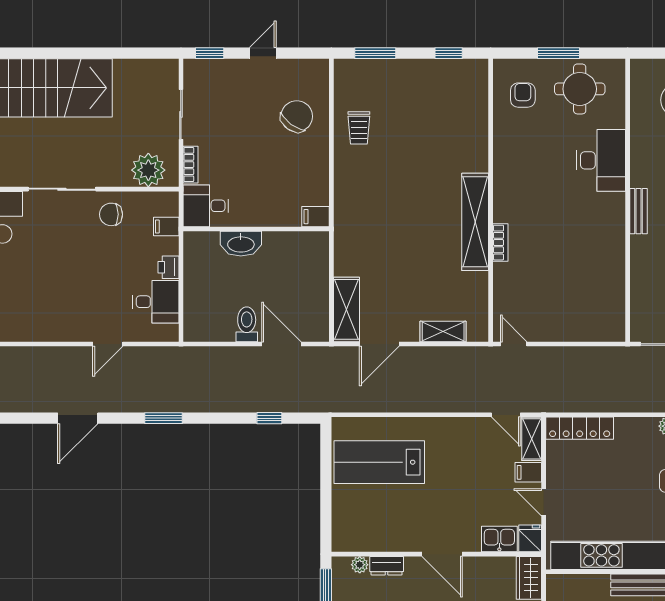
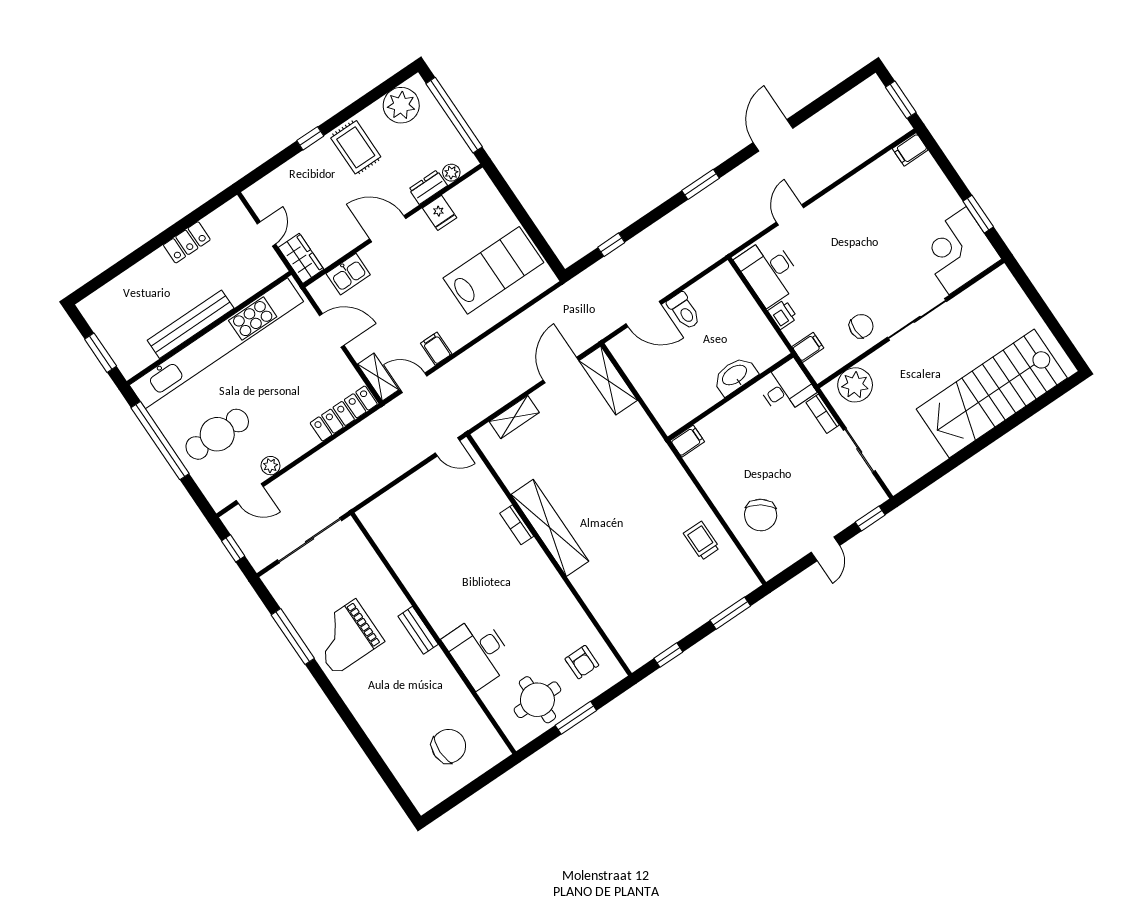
desk: (156, 302) -> (769, 271), width x1.37
filing cabinet: (528, 472) -> (436, 349), moved, turned -90
door: (544, 502) -> (332, 330), width x1.38
fridge: (530, 538) -> (440, 213), moved

